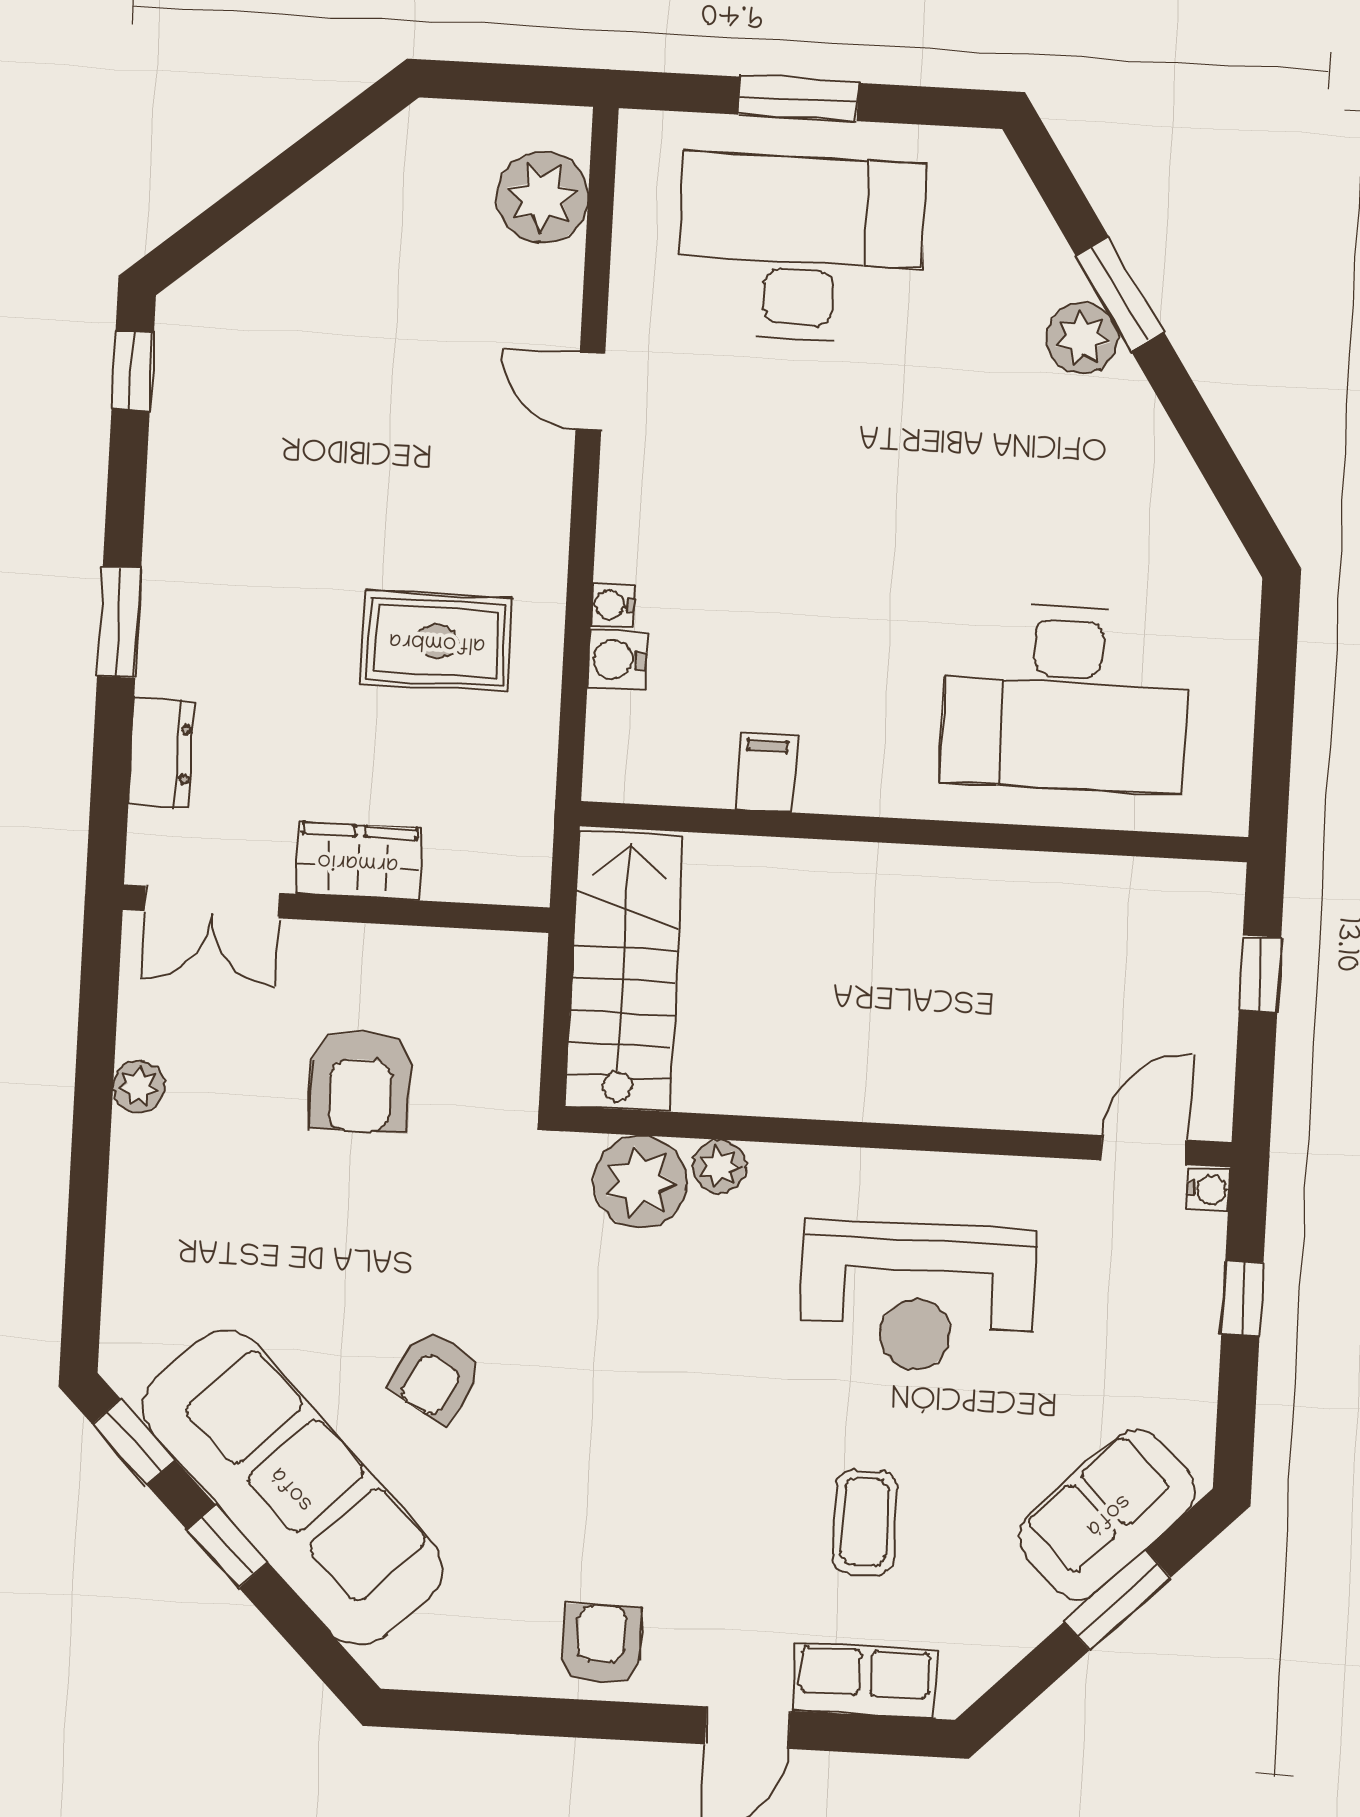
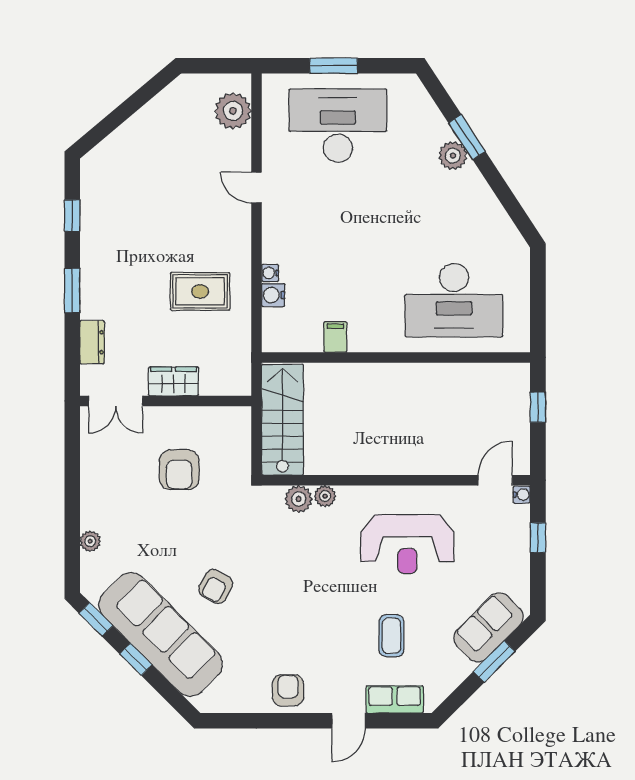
window: (133, 371) -> (72, 216), moved
plant: (139, 1086) -> (90, 541), moved
plant: (640, 1182) -> (299, 499), width x0.73, depth x0.73

